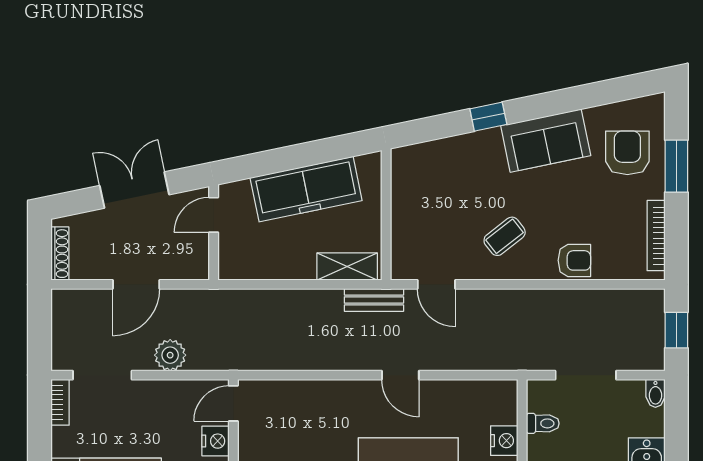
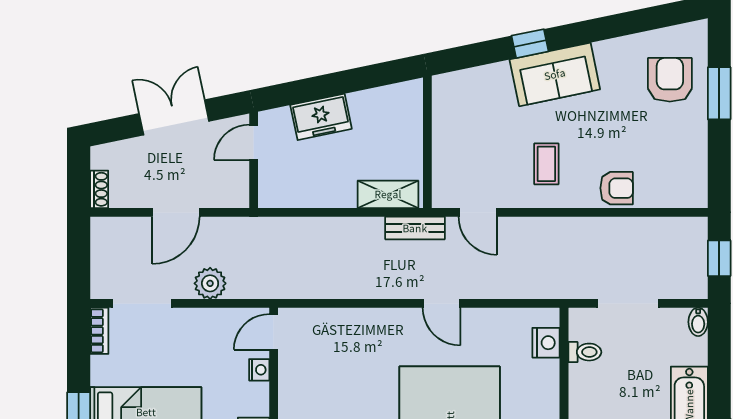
sofa: (546, 141) -> (555, 74), moved
freezer: (306, 189) -> (321, 117), width x0.52, depth x0.79
coffee table: (505, 236) -> (546, 164), turned -52
bookcase: (656, 236) -> (699, 163), removed
shoe rack: (60, 254) -> (99, 189), width x0.70
nightstand: (215, 441) -> (259, 370), width x0.72, depth x0.74
nightstand: (504, 441) -> (546, 343), moved

